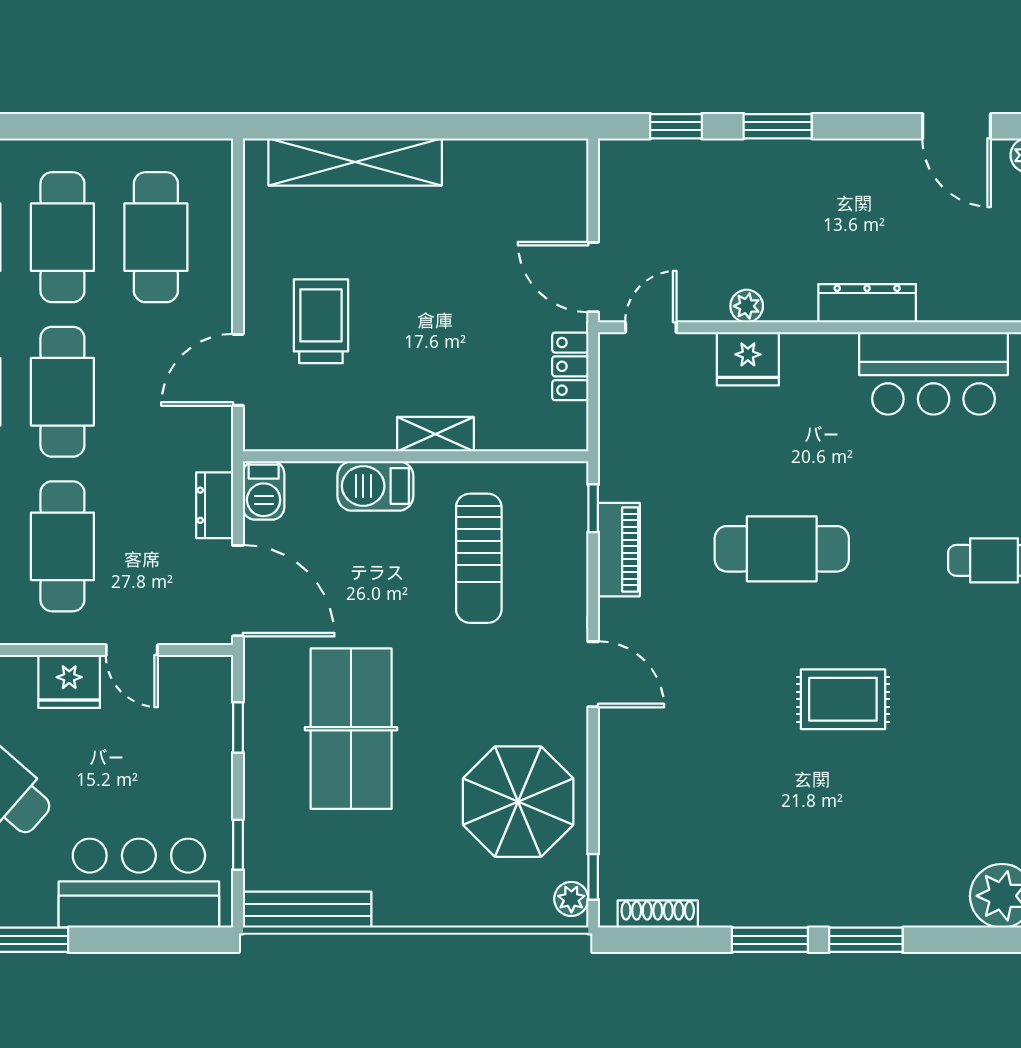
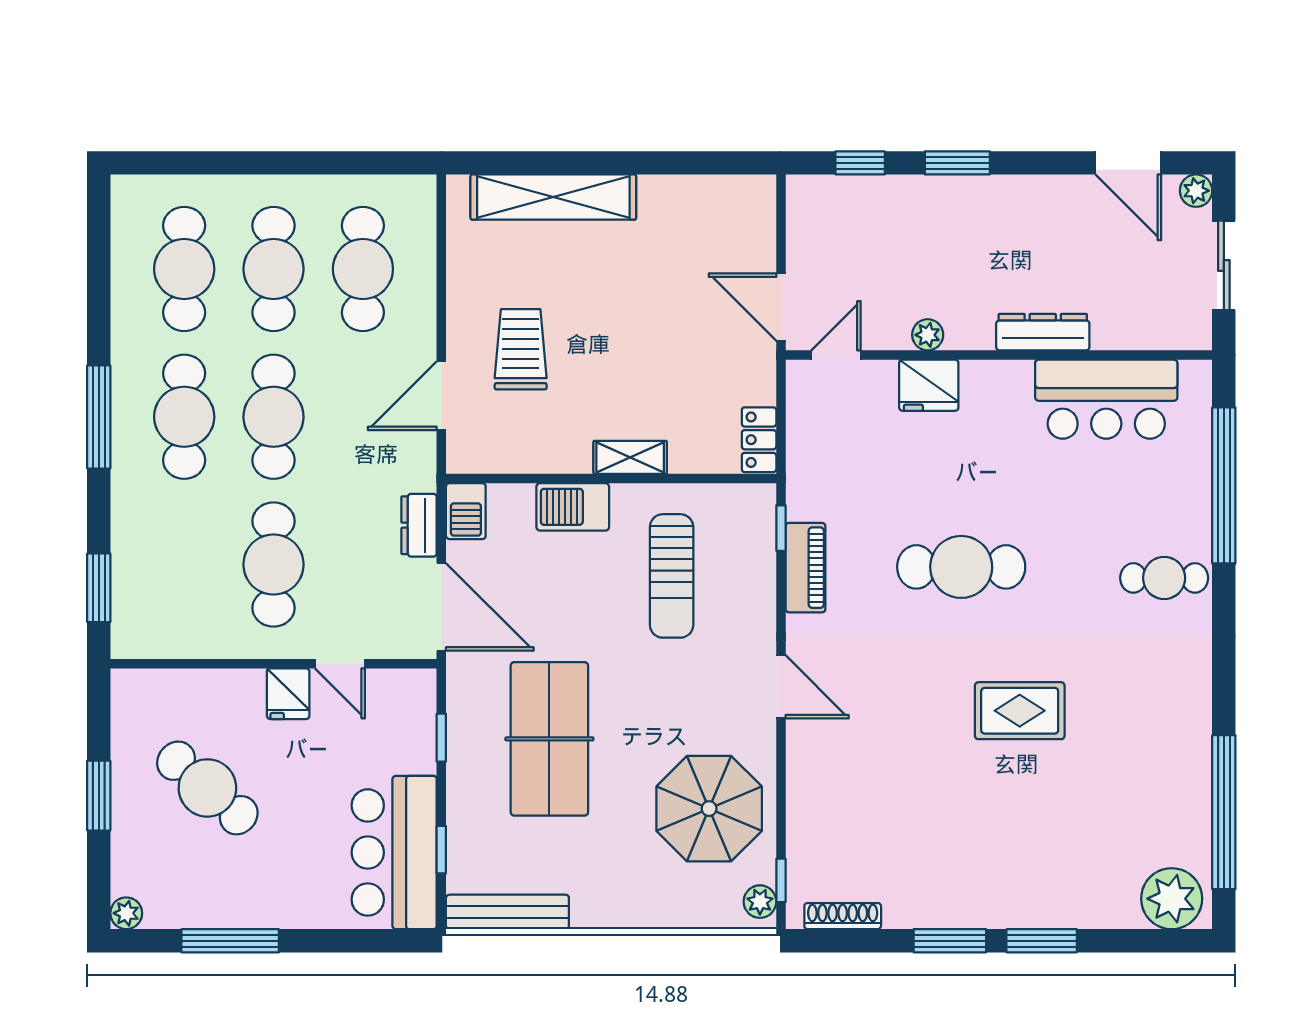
locker: (570, 366) -> (759, 440), moved
fridge: (69, 681) -> (288, 694), width x0.72
bar counter: (139, 883) -> (394, 852), moved, turned -90

